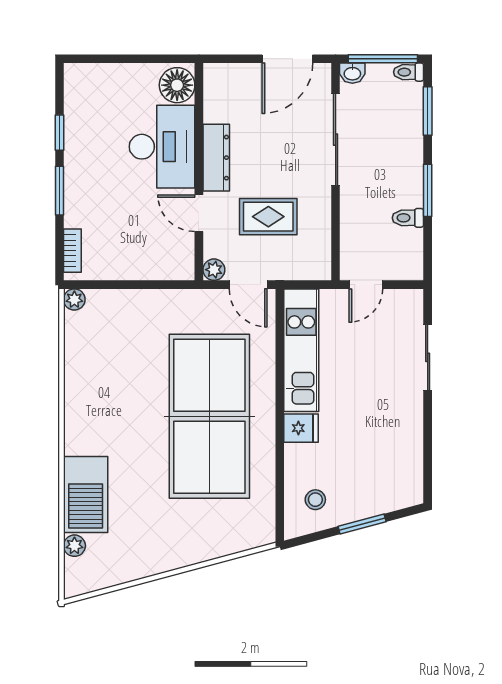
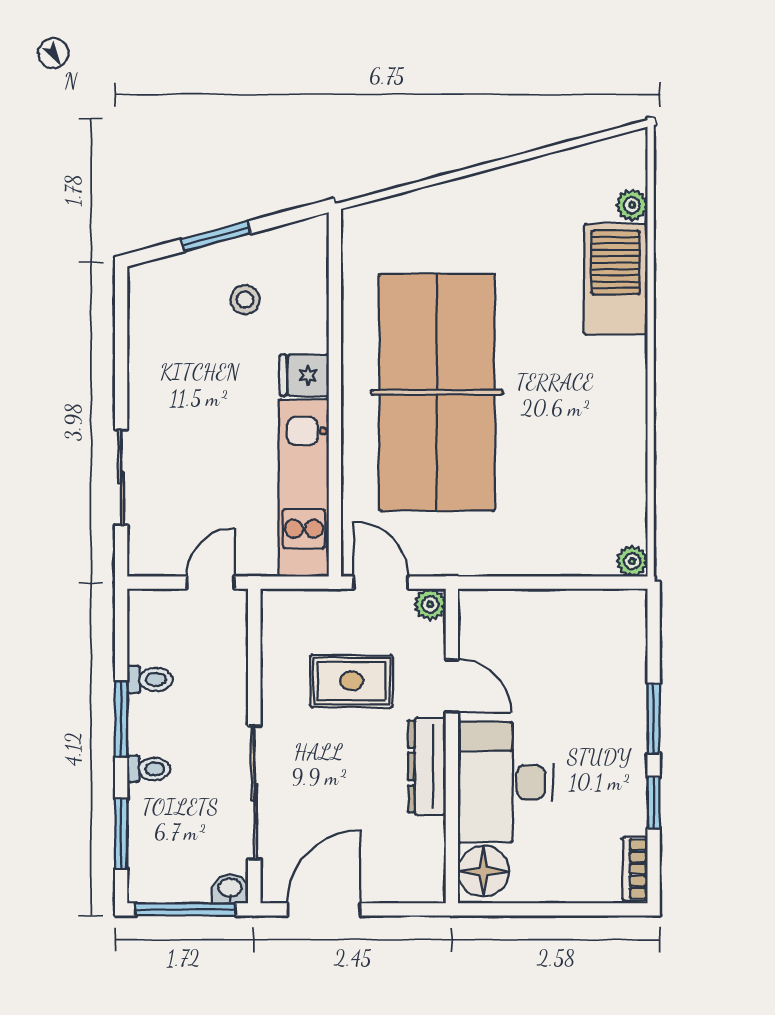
toilet: (408, 72) -> (149, 769), moved
bookcase: (72, 251) -> (635, 869), moved
stool: (315, 500) -> (245, 300), moved

